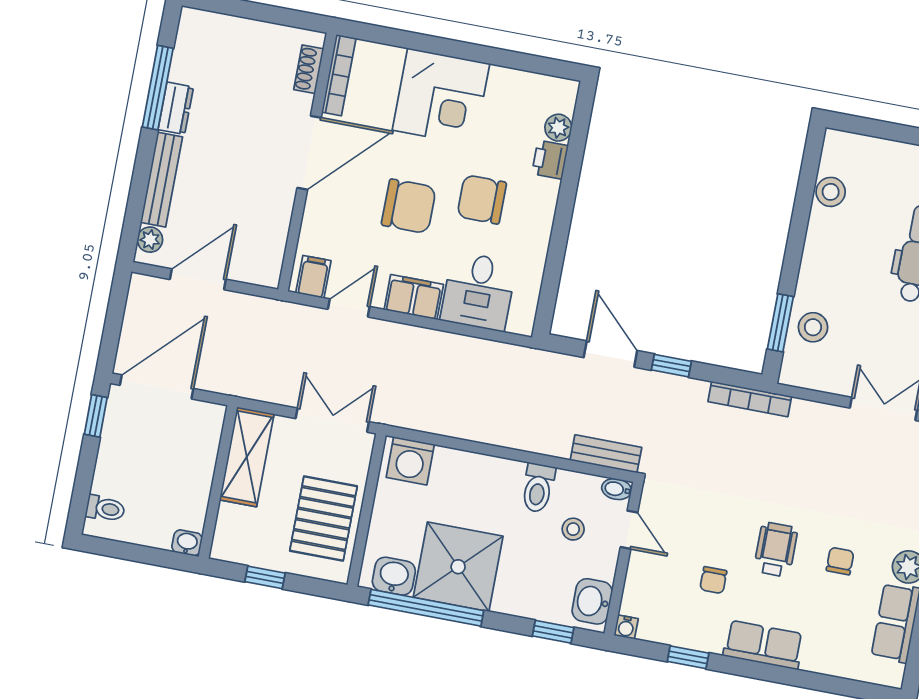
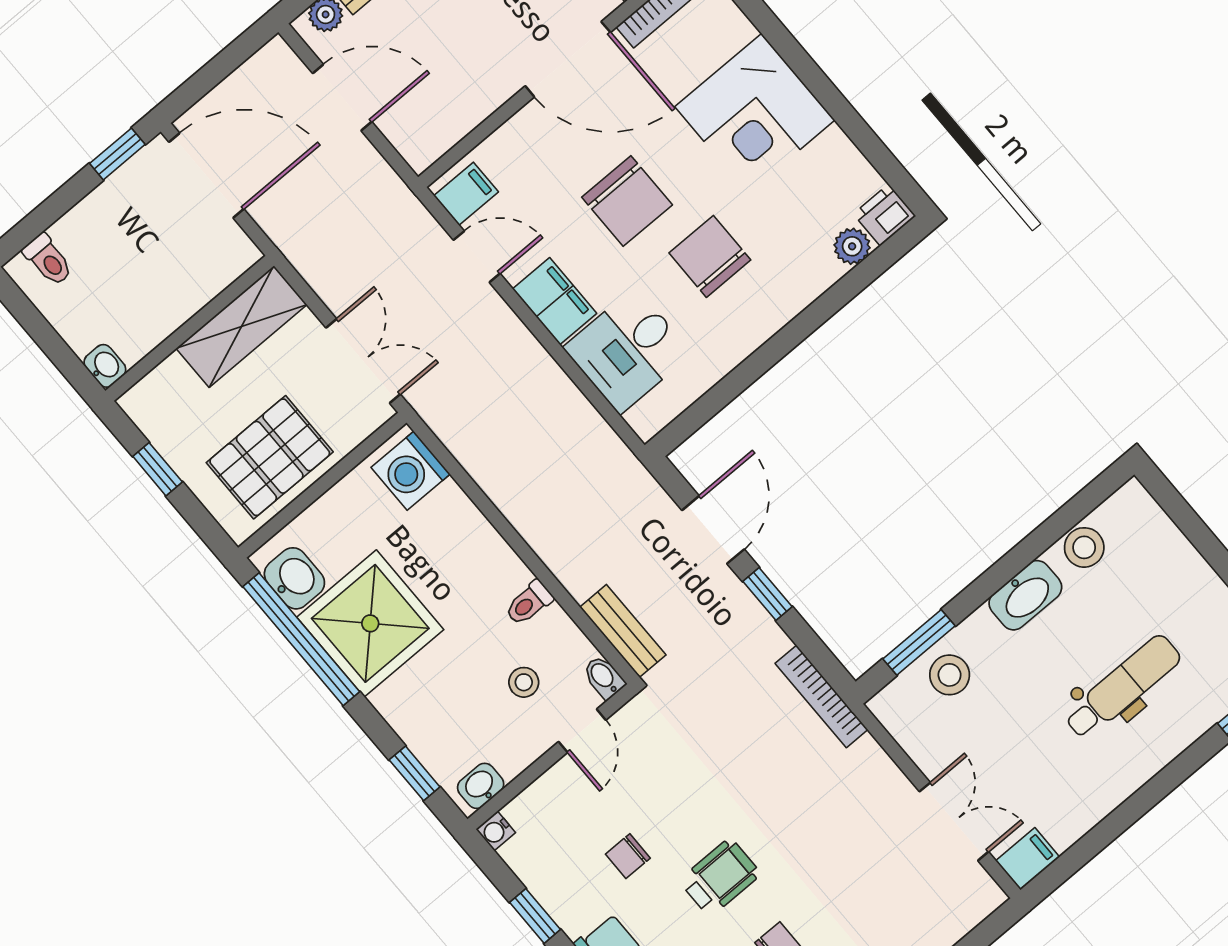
printer: (550, 160) -> (884, 215), moved
washbasin: (819, 247) -> (1025, 595), added
toilet: (538, 488) -> (529, 603), width x0.73, depth x0.72
washbasin: (592, 601) -> (481, 786), width x0.72, depth x0.69

